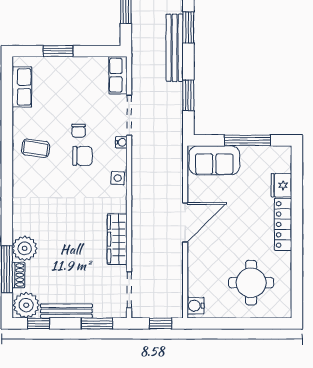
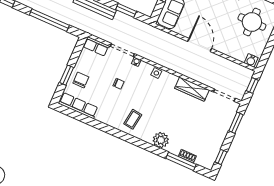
row of seats: (22, 87) -> (78, 106), width x1.48
coffee table: (36, 148) -> (133, 119), moved
chair: (82, 156) -> (81, 80), moved
plant: (25, 248) -> (161, 140), moved
plant: (26, 305) -> (207, 159), removed
bench: (66, 311) -> (221, 137), removed

